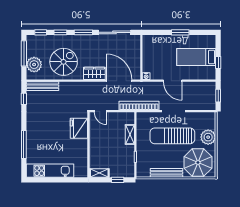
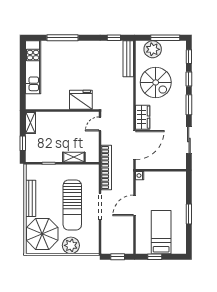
sliding door: (115, 32) -> (189, 140), width x0.73
sun lounger: (172, 136) -> (72, 205), turned 180

